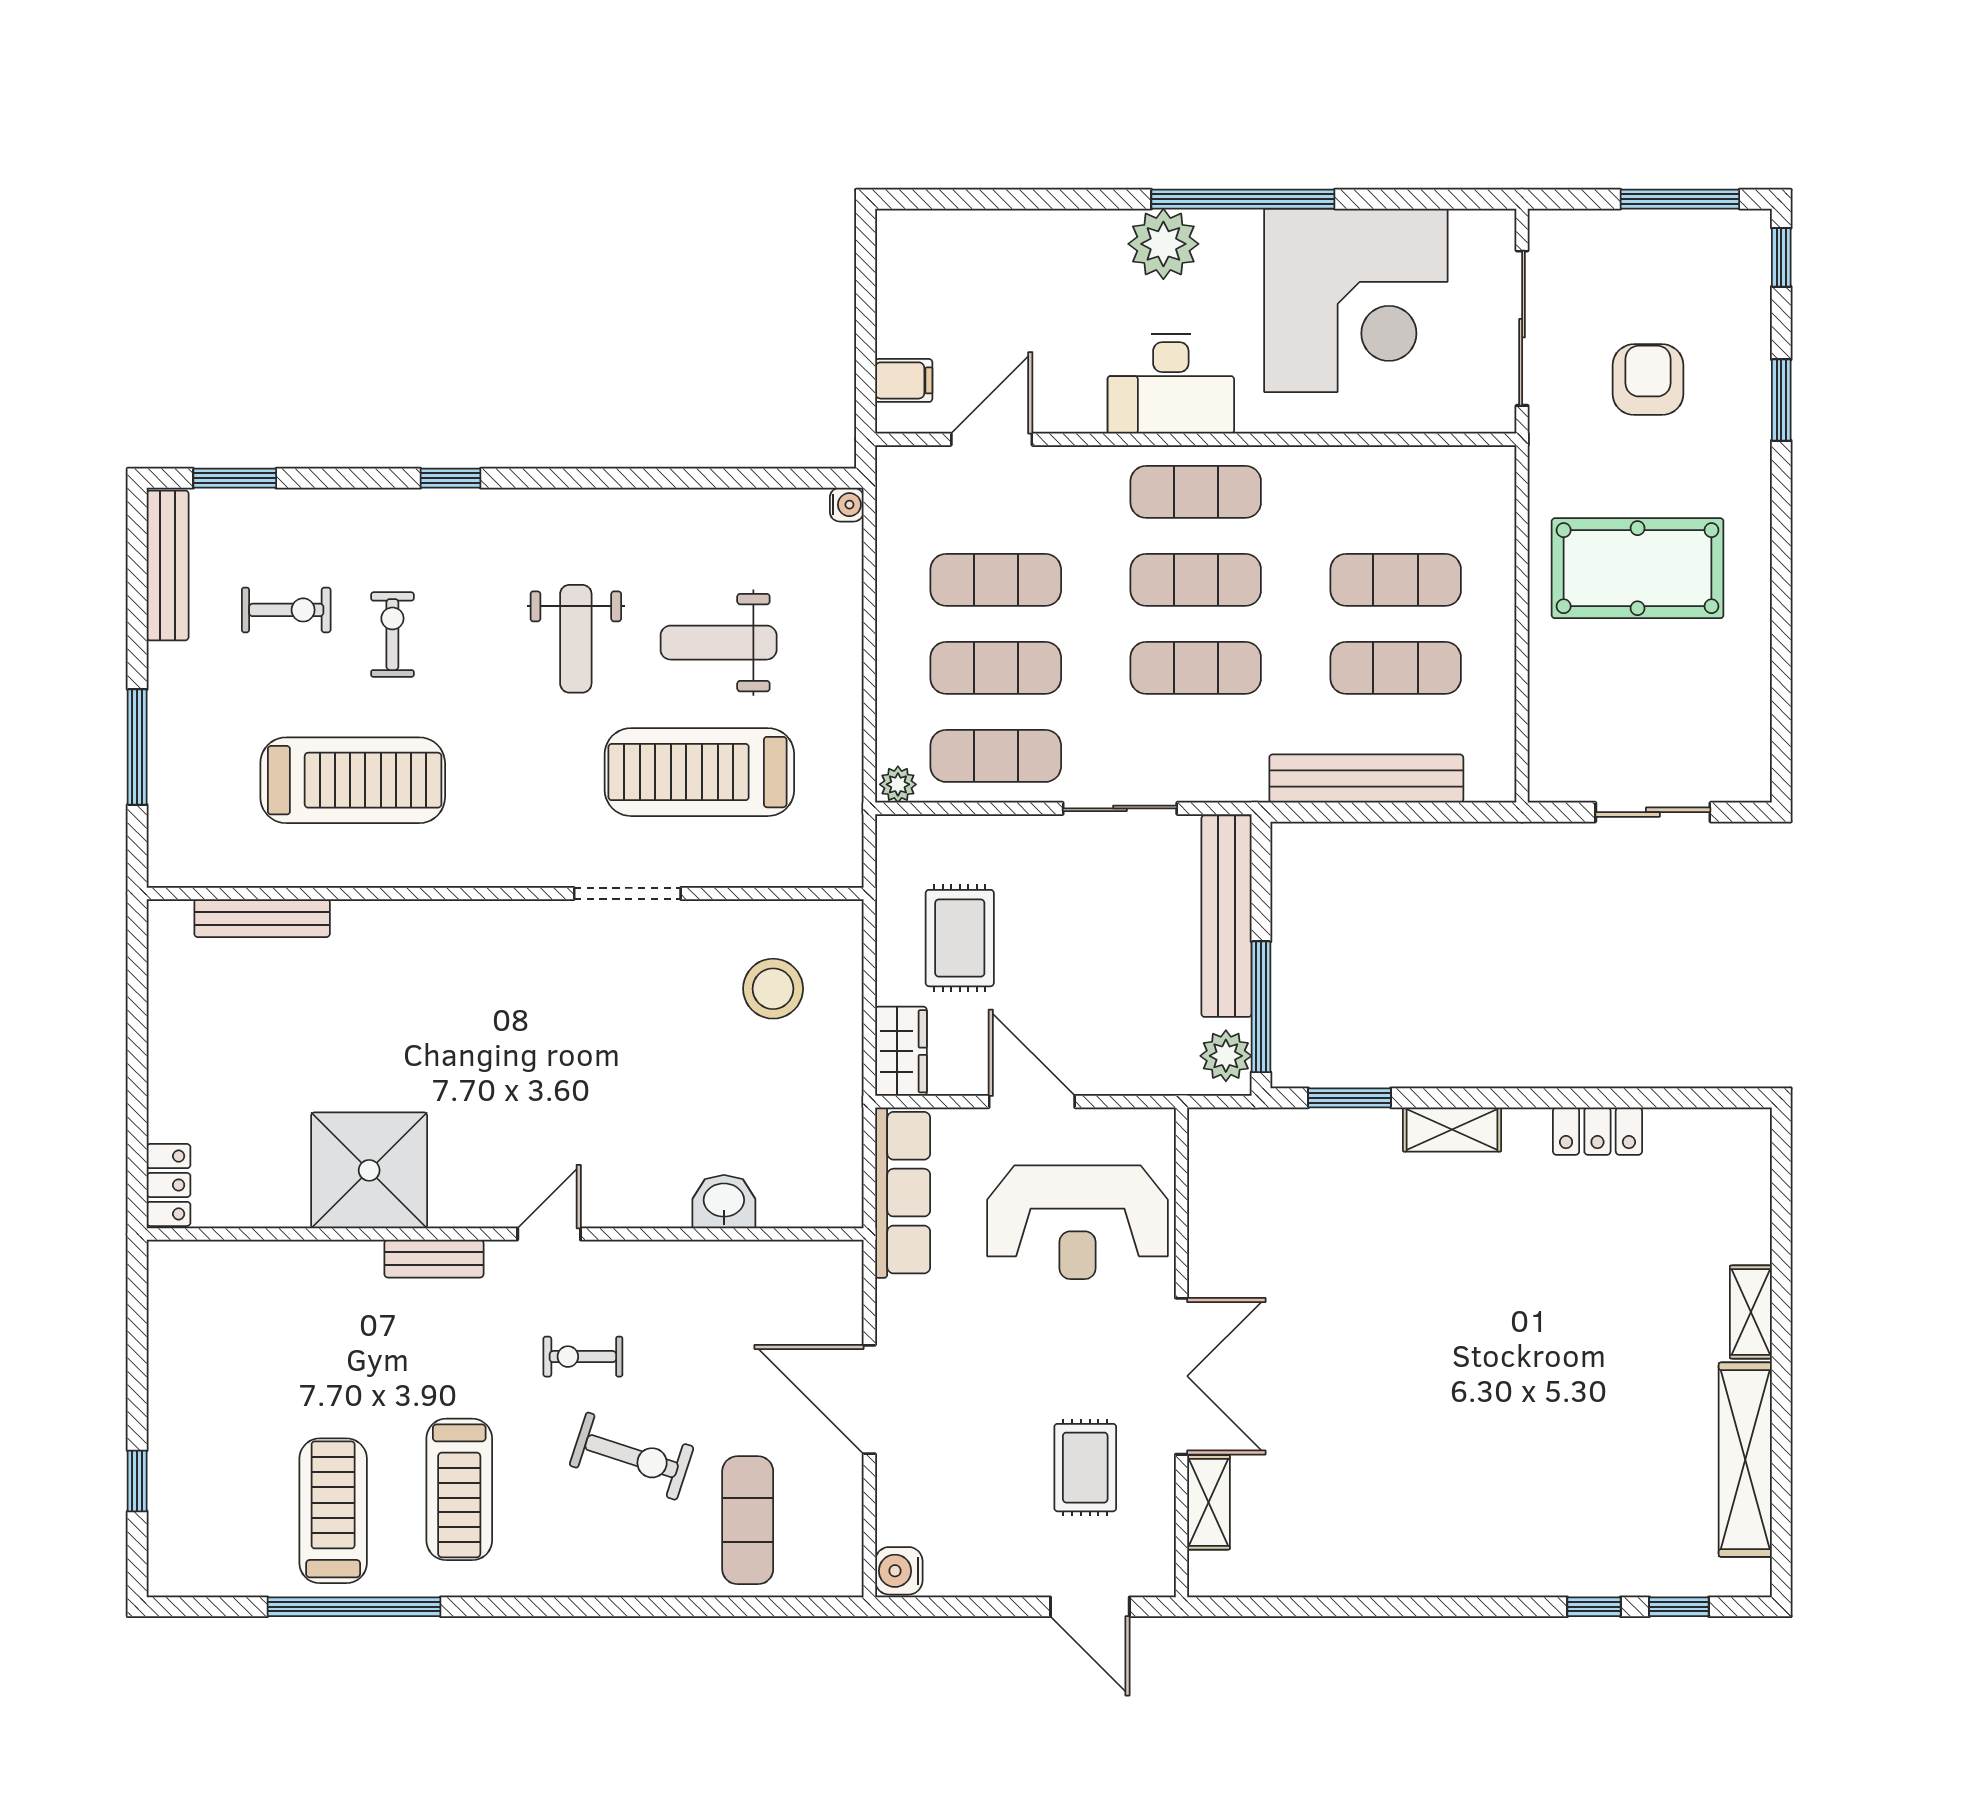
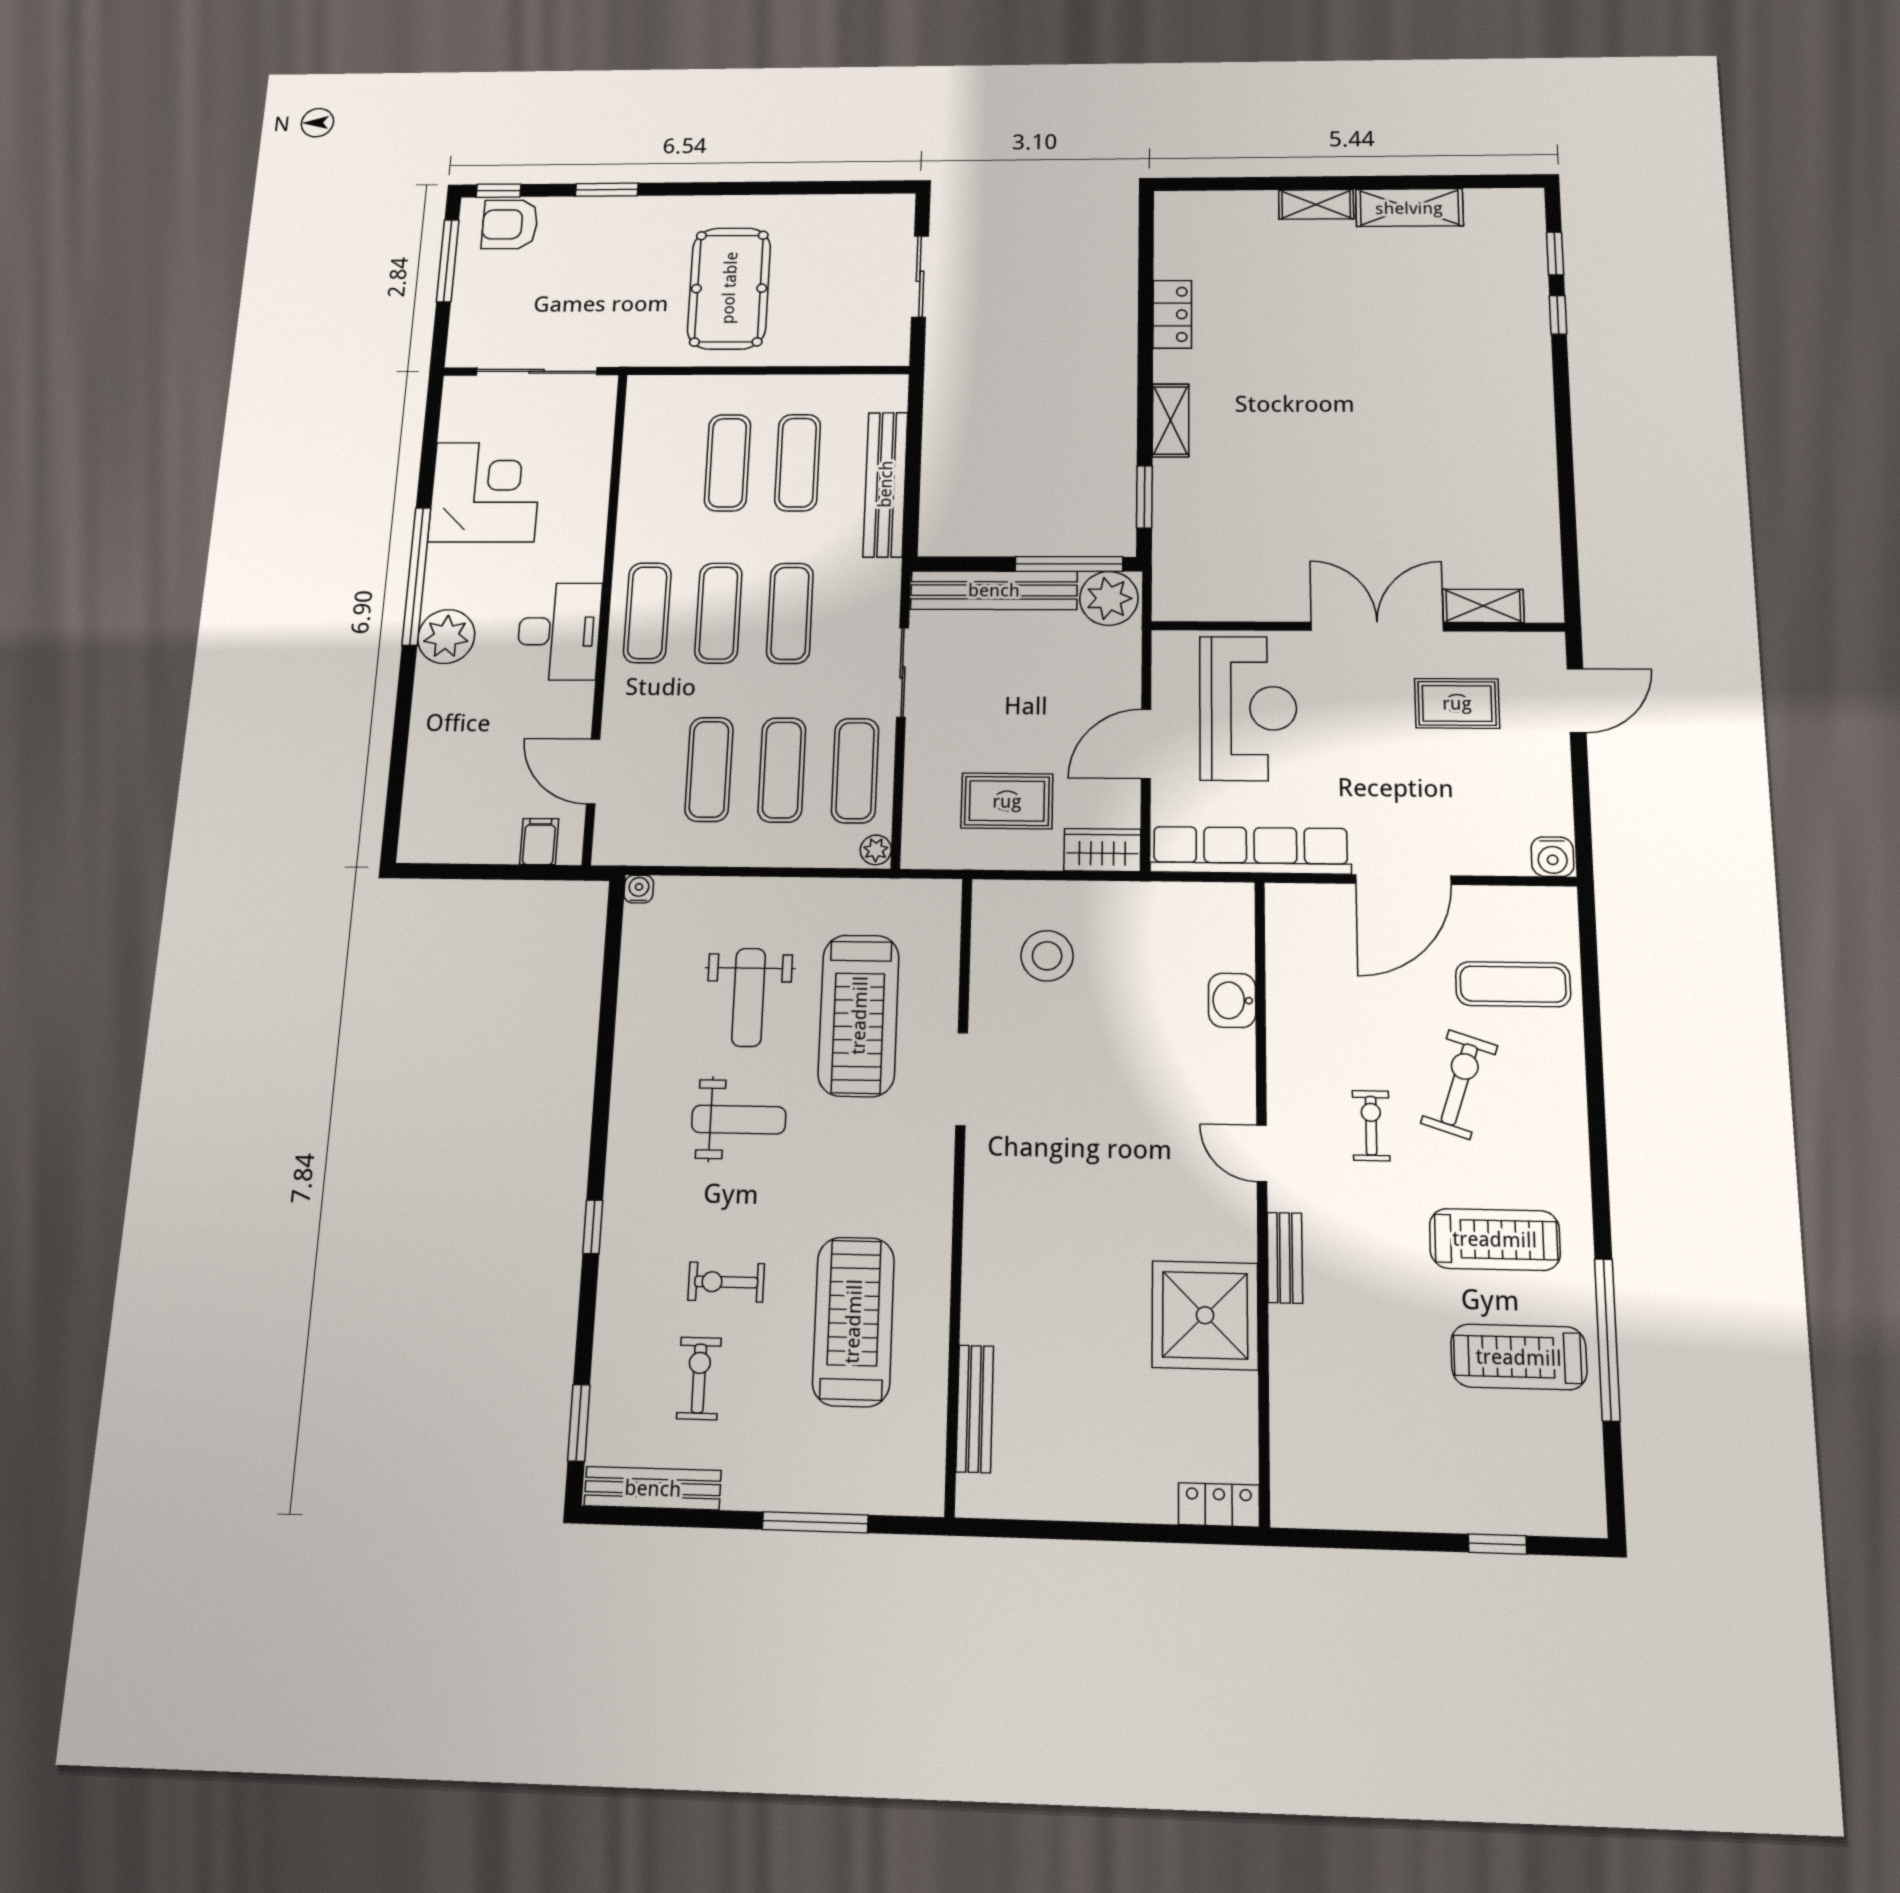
corner desk: (1356, 300) -> (485, 492), width x0.74, depth x0.74
armchair: (1648, 380) -> (510, 224), moved
plant: (1226, 1056) -> (1109, 598), width x1.36, depth x1.36
row of seats: (903, 1193) -> (1250, 850), width x1.36
exercise bike: (583, 1357) -> (1371, 1126), turned 180
shelving: (1745, 1460) -> (1409, 208), width x0.68

